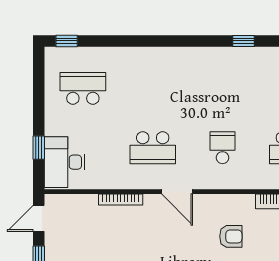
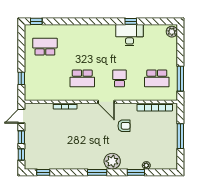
desk: (64, 162) -> (130, 35), moved, turned 90
door: (177, 192) -> (106, 102), moved

